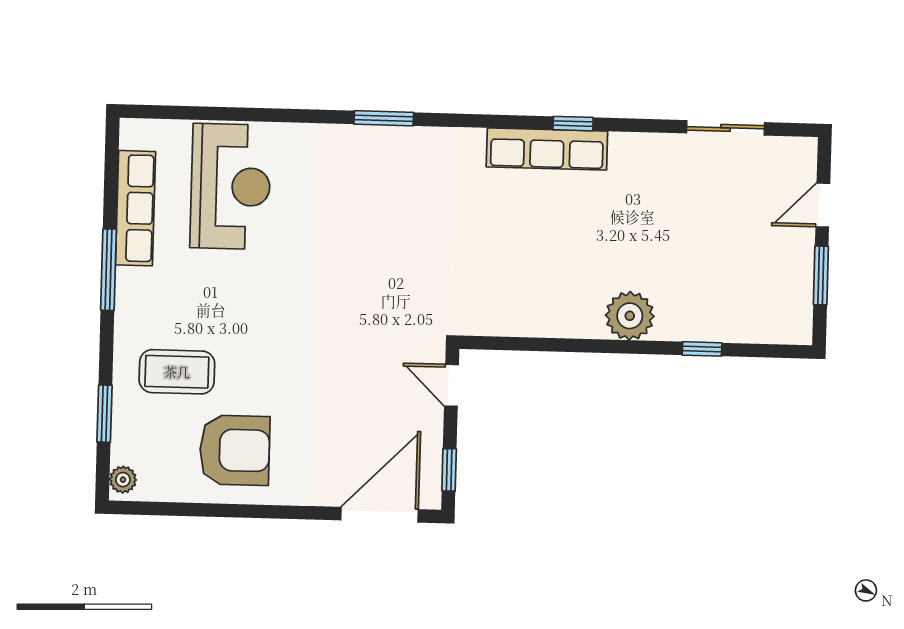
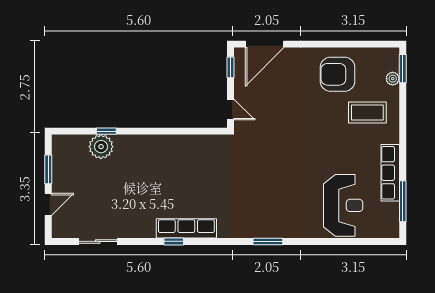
reception desk: (231, 186) -> (343, 205), turned 180
row of seats: (135, 208) -> (390, 173), moved
window: (109, 270) -> (403, 201), moved
plant: (630, 316) -> (101, 147), moved
window: (104, 414) -> (403, 69), moved
plant: (123, 480) -> (393, 79), moved

